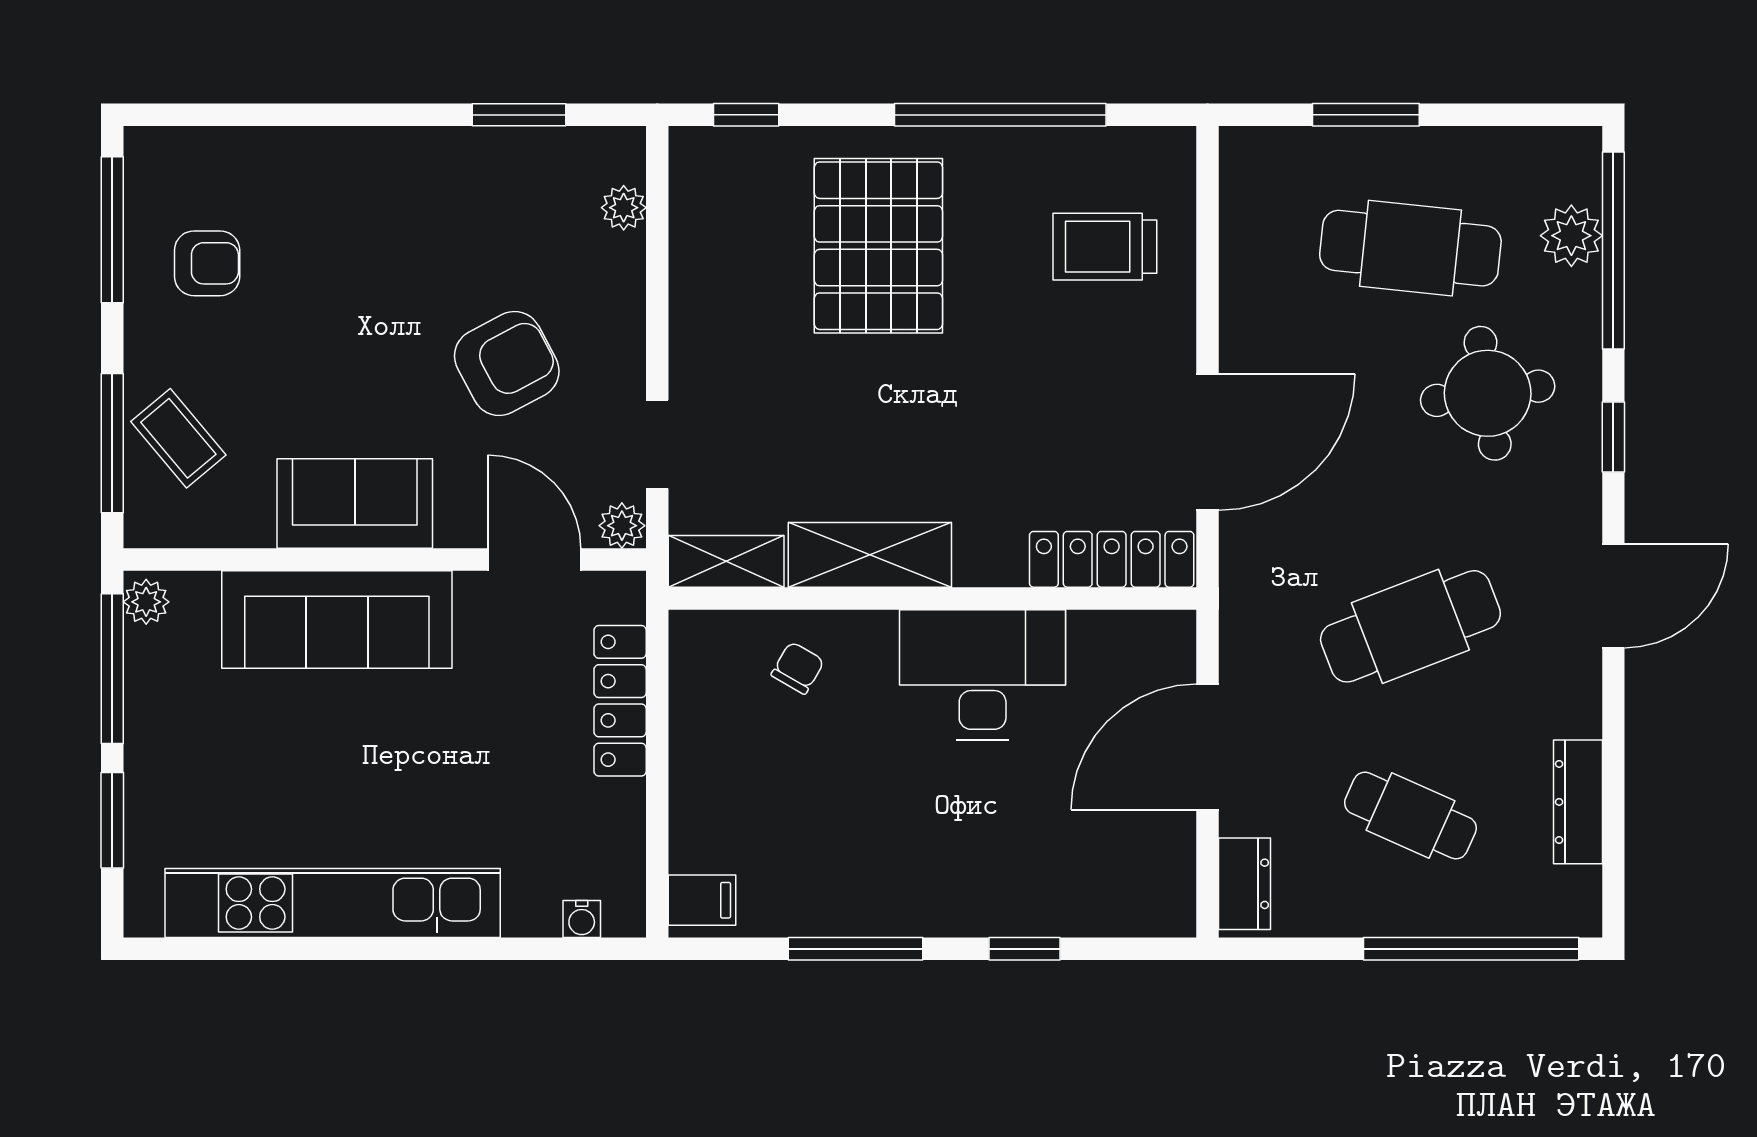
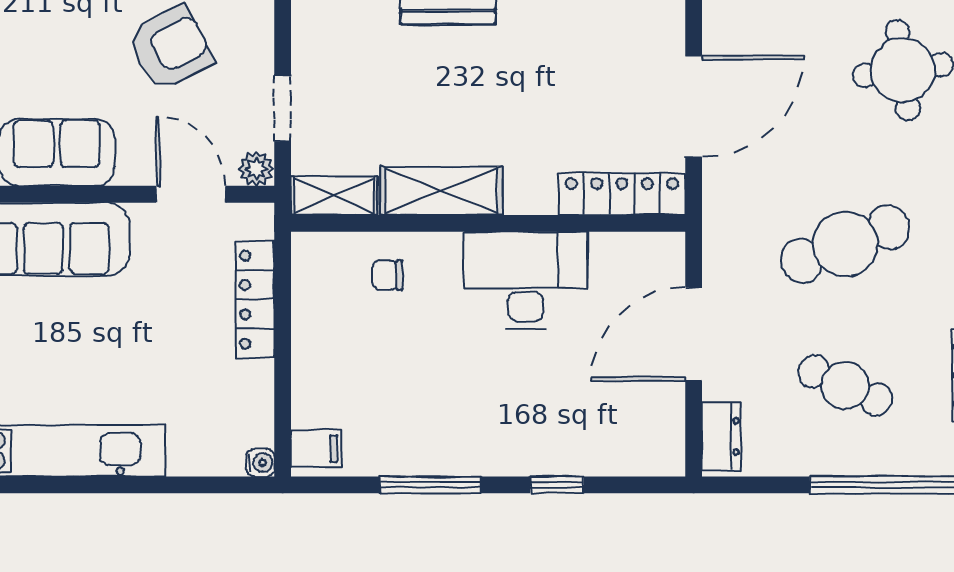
chair: (798, 668) -> (388, 275), turned -120
water cooler: (582, 919) -> (260, 463), moved, turned -90

